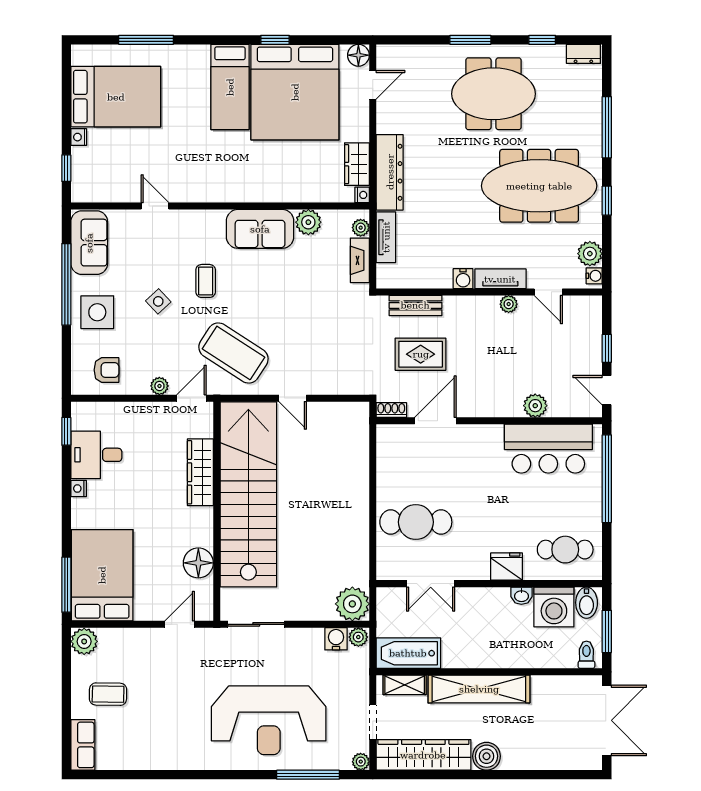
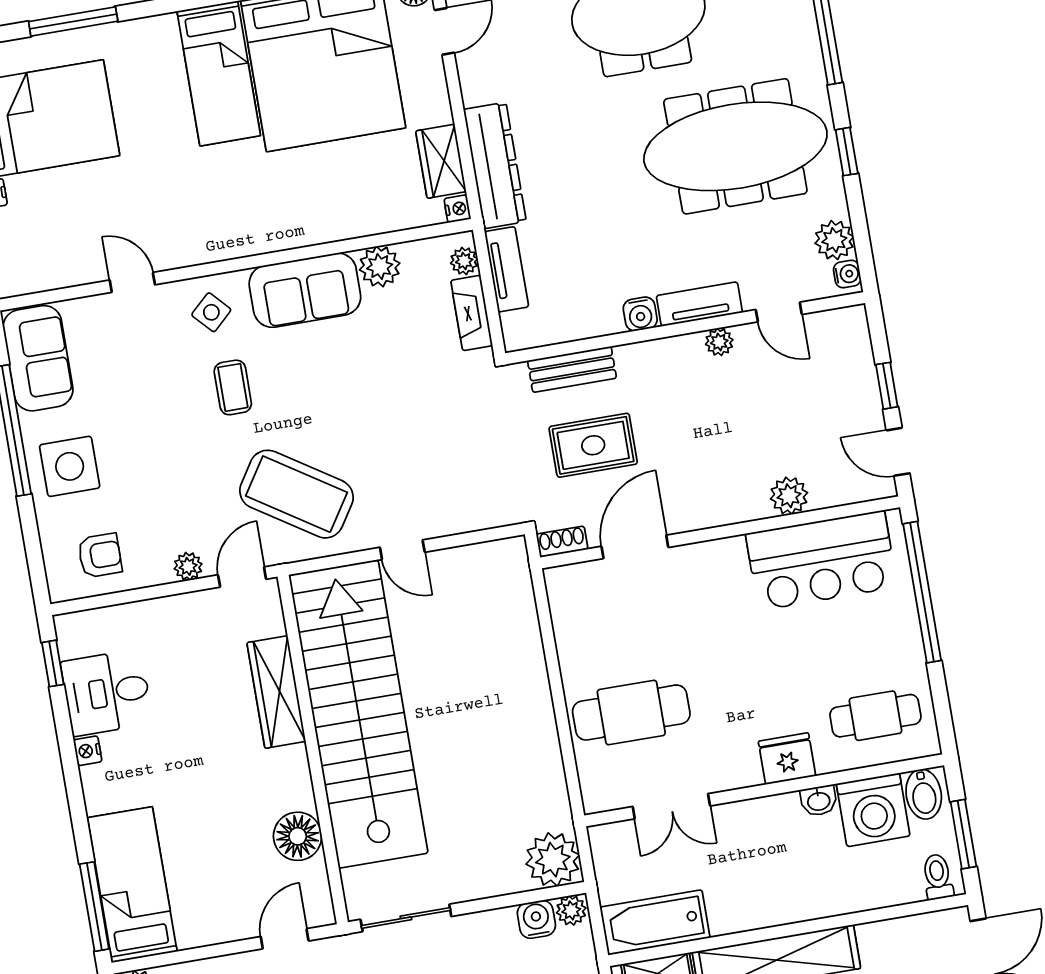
side table: (158, 301) -> (211, 312), moved
bed: (102, 575) -> (132, 885), width x0.67

